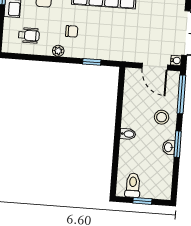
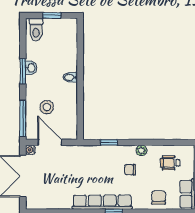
stool: (162, 117) -> (47, 107), moved
toilet: (133, 185) -> (36, 30), moved

